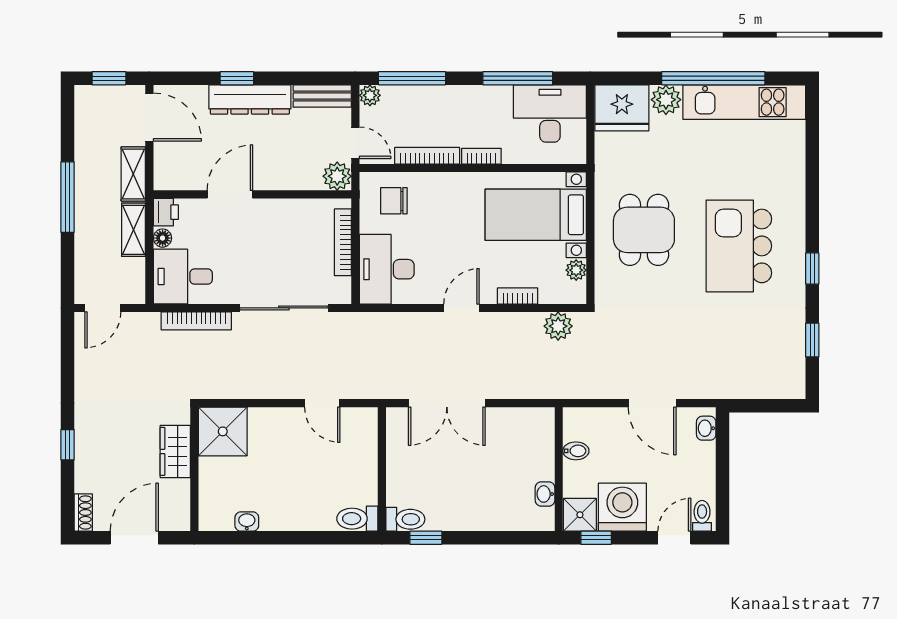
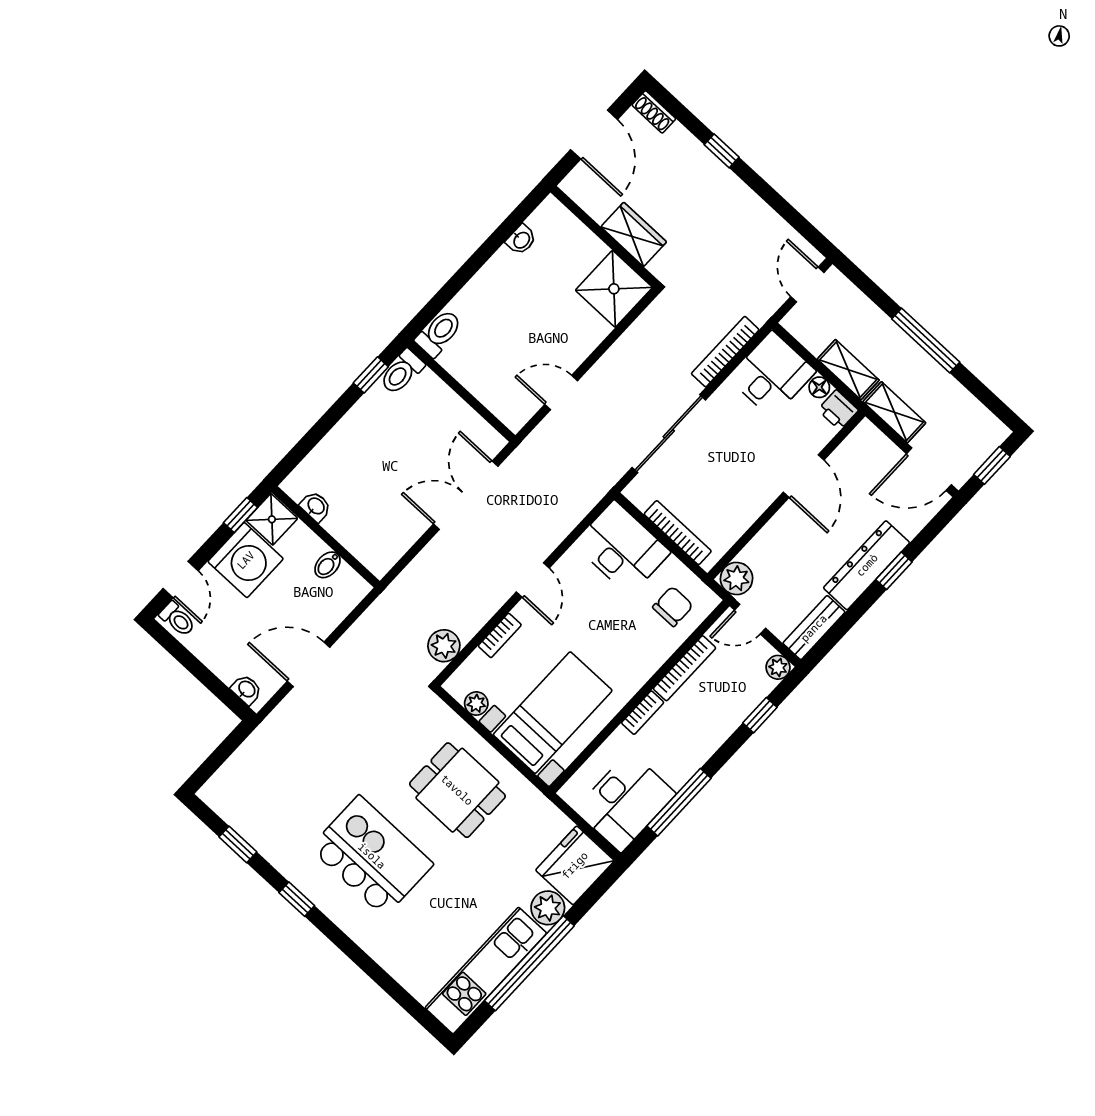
window: (412, 78) -> (760, 715), width x0.46

